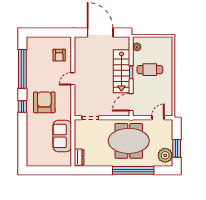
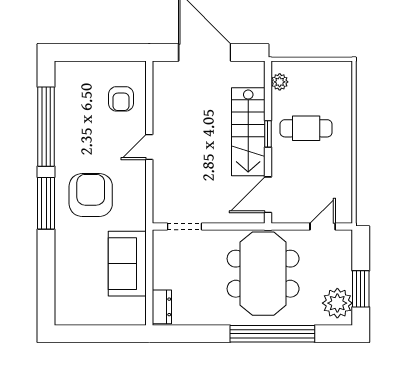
window: (22, 106) -> (46, 203), width x2.17
meeting table: (129, 141) -> (263, 274), turned 90

